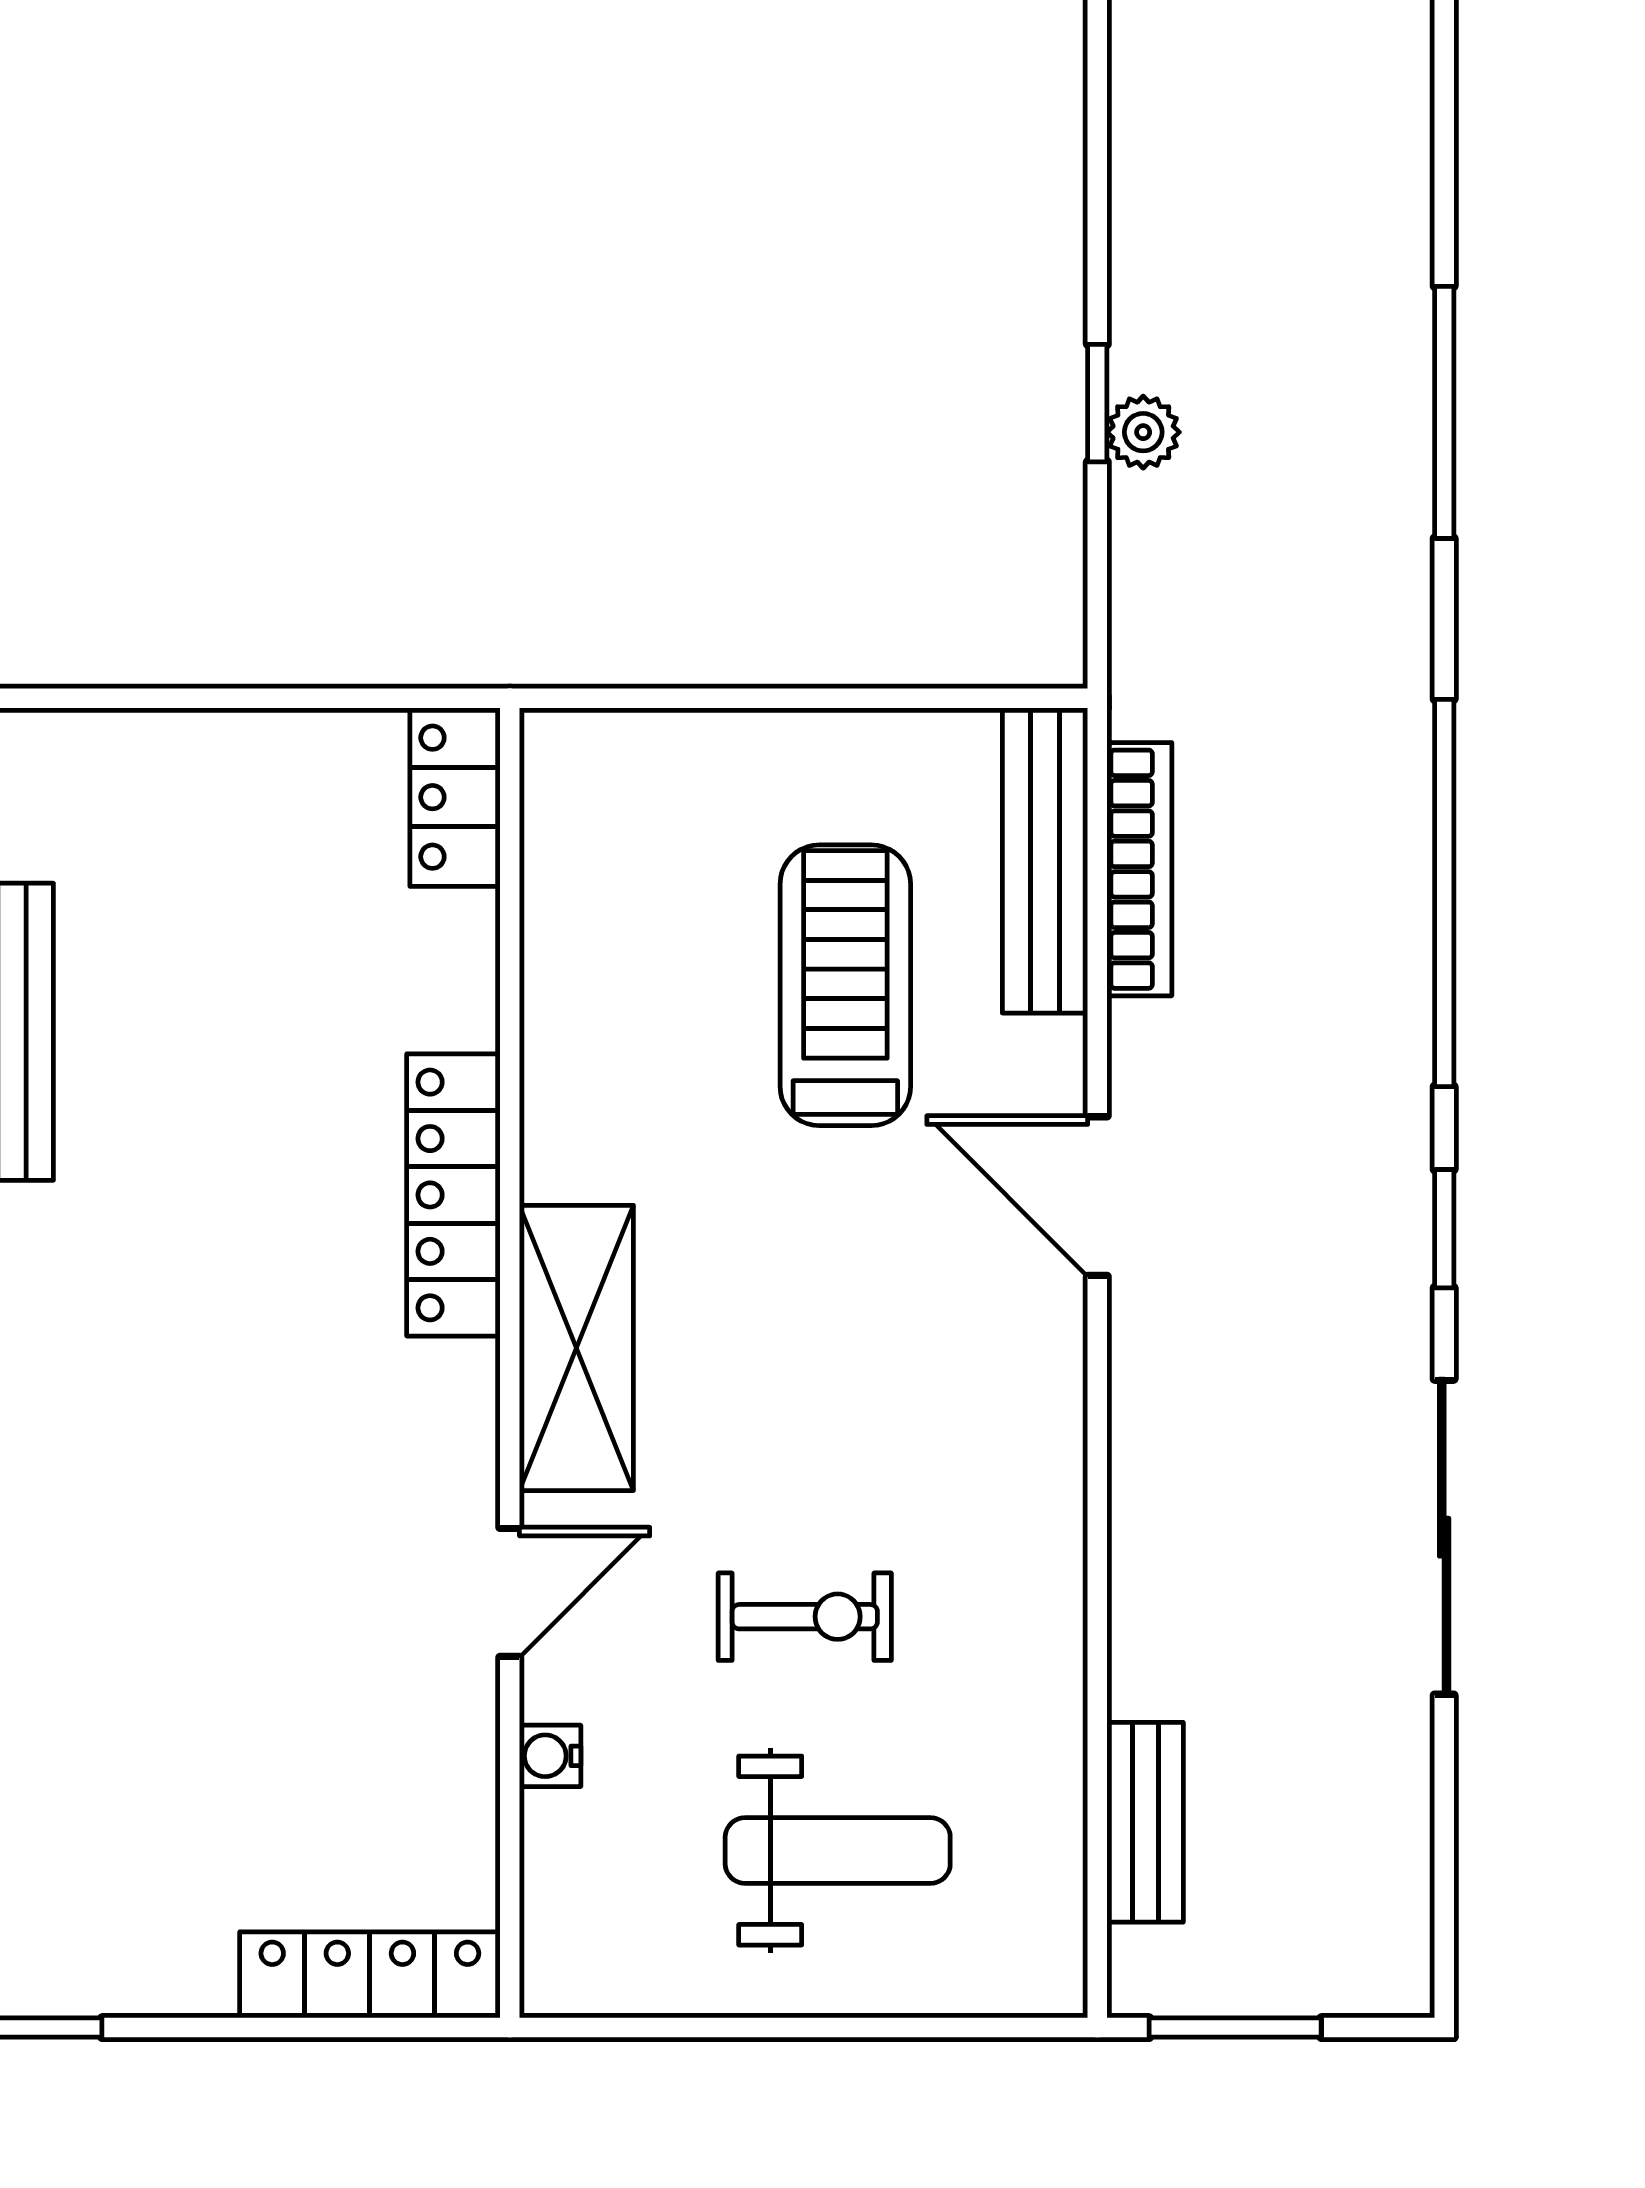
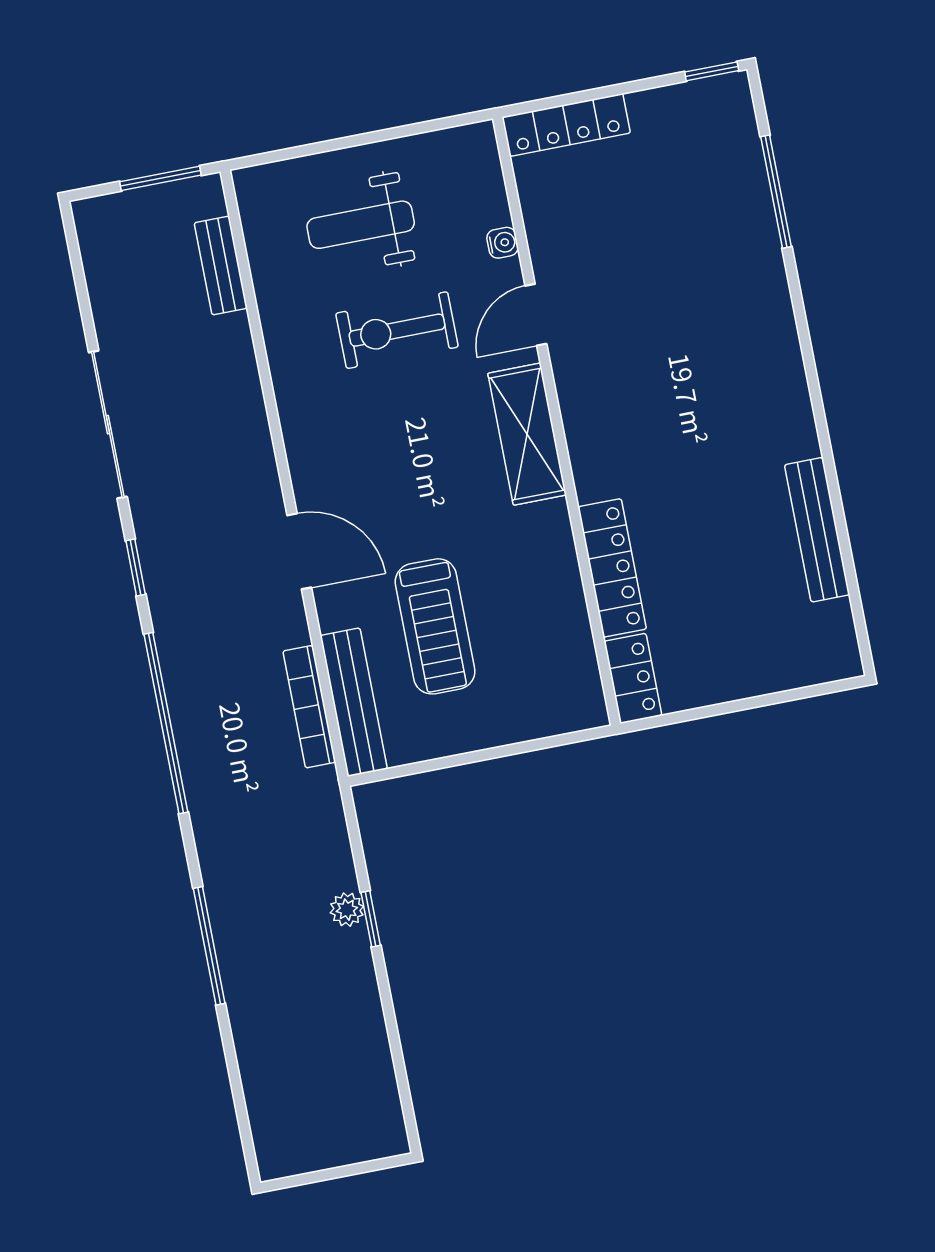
locker: (453, 1195) -> (612, 568), moved
exercise bike: (805, 1617) -> (397, 330), width x1.38, depth x1.39

